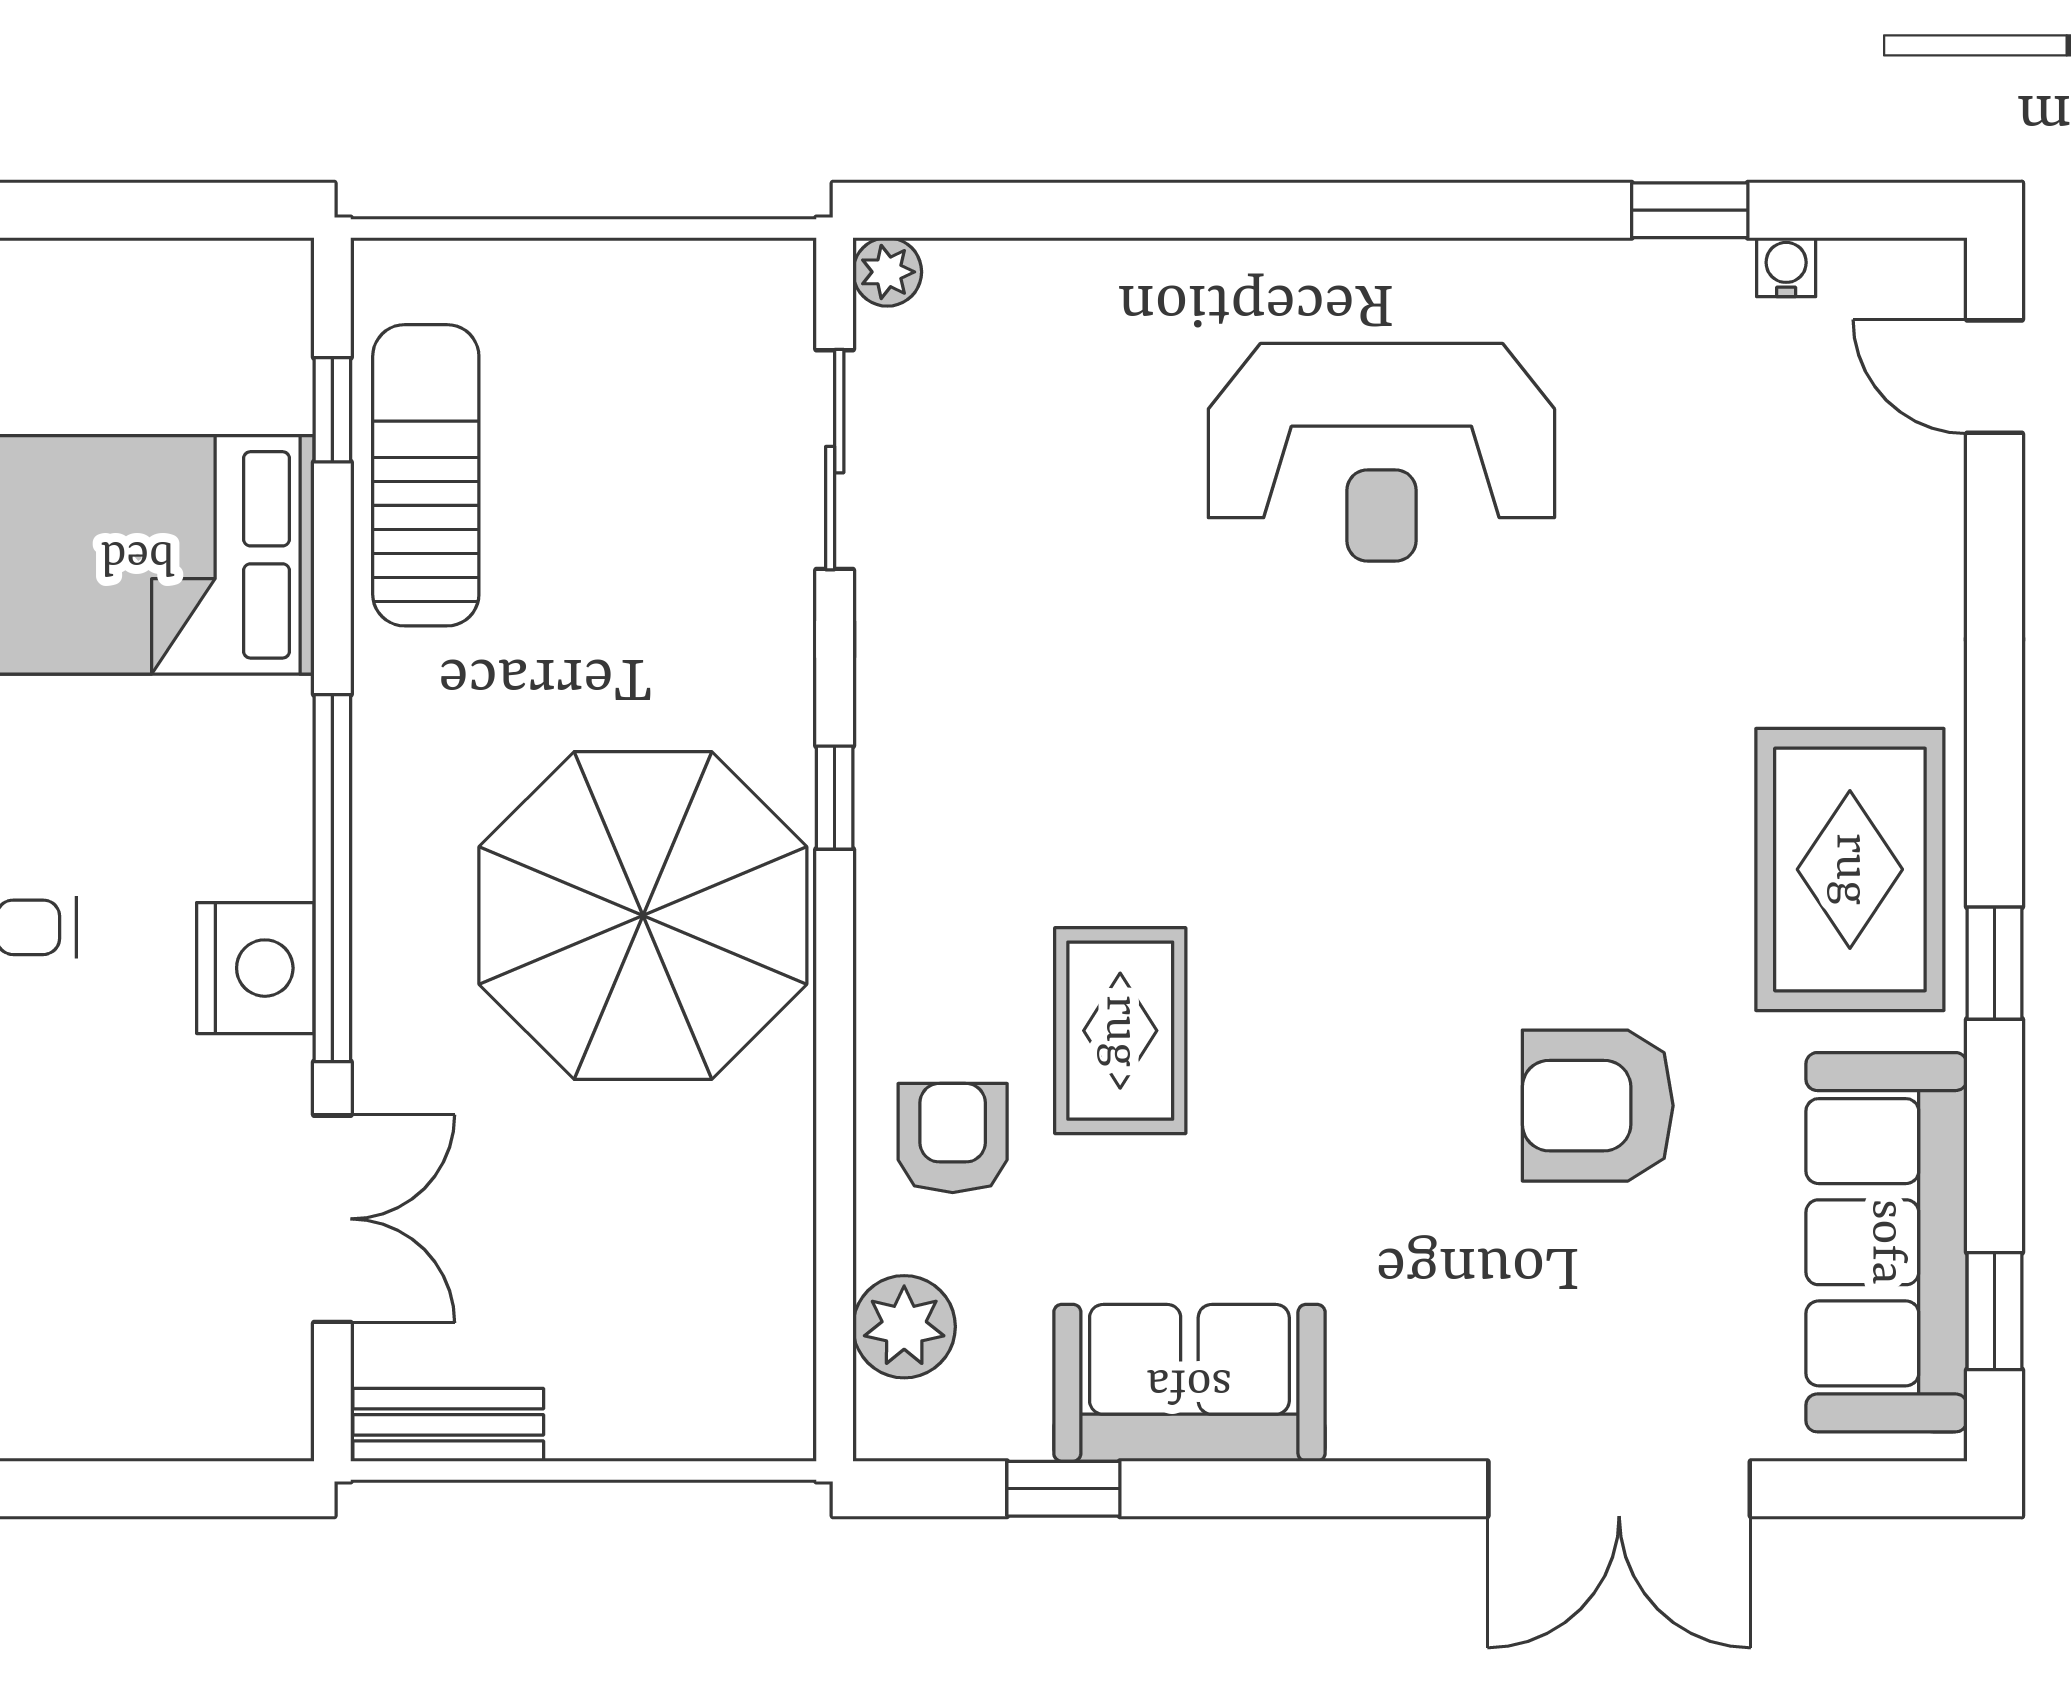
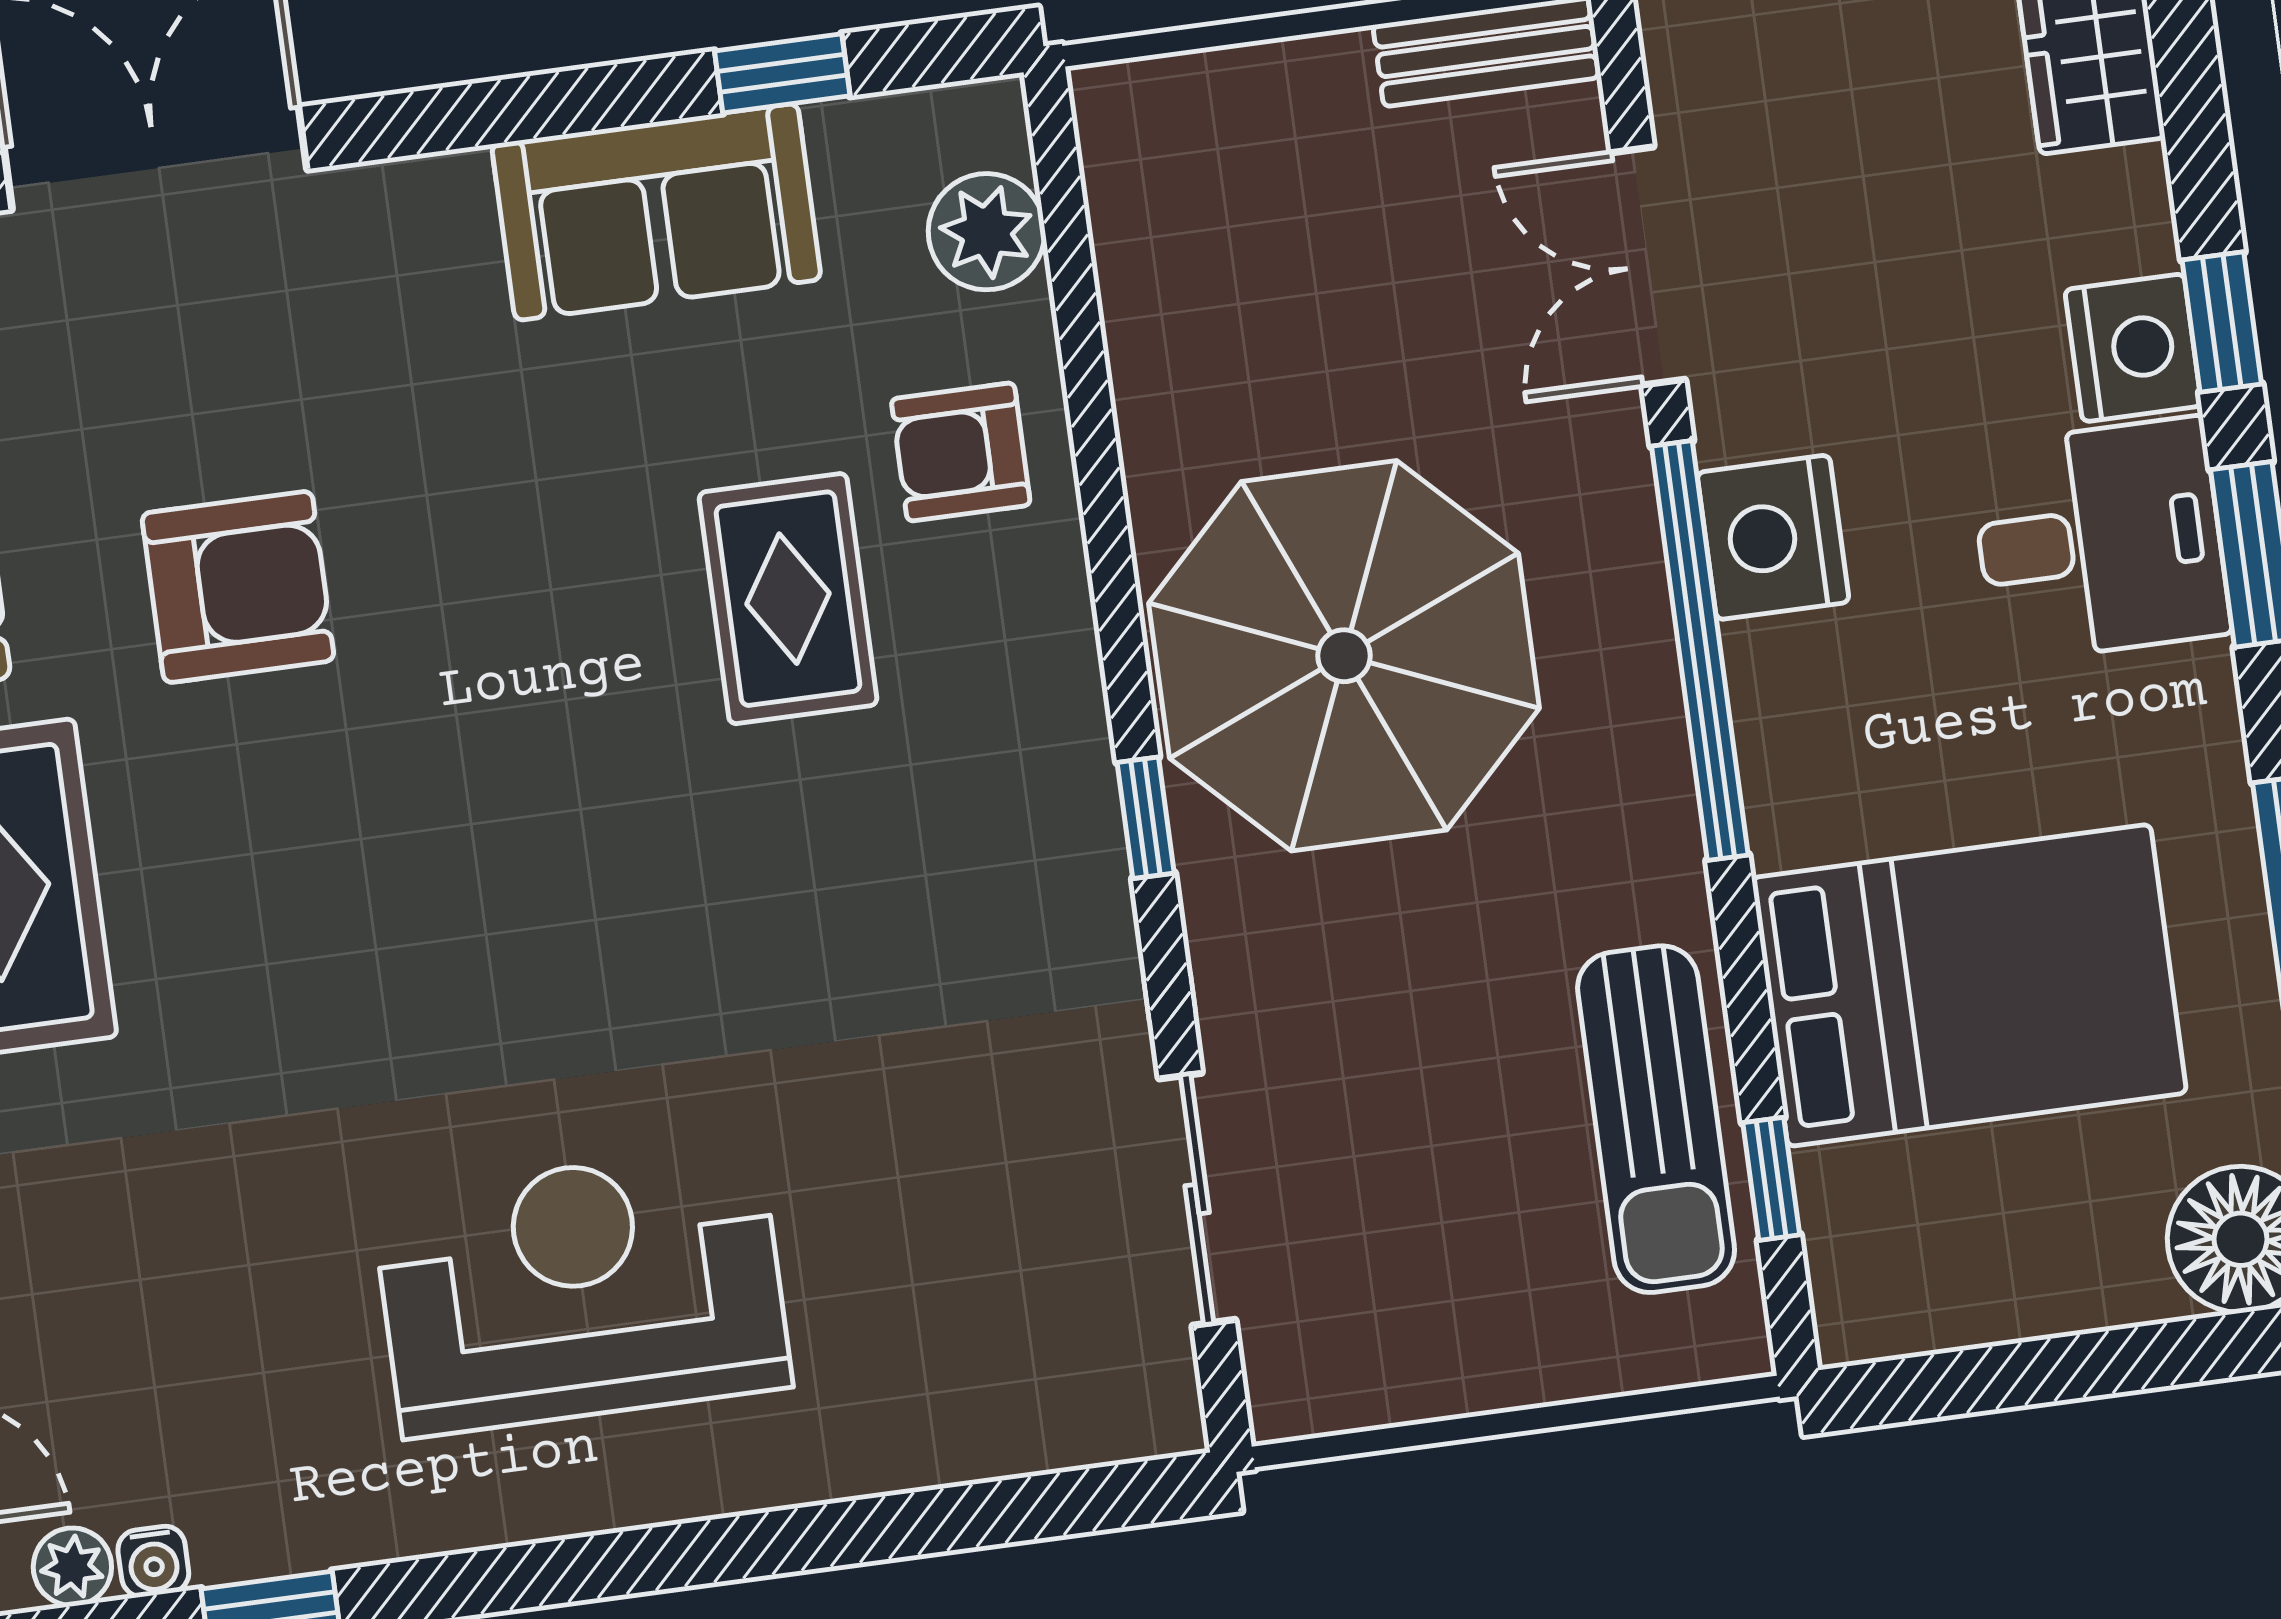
plant: (887, 272) -> (72, 1567), moved
armchair: (953, 1138) -> (961, 452), turned 90

